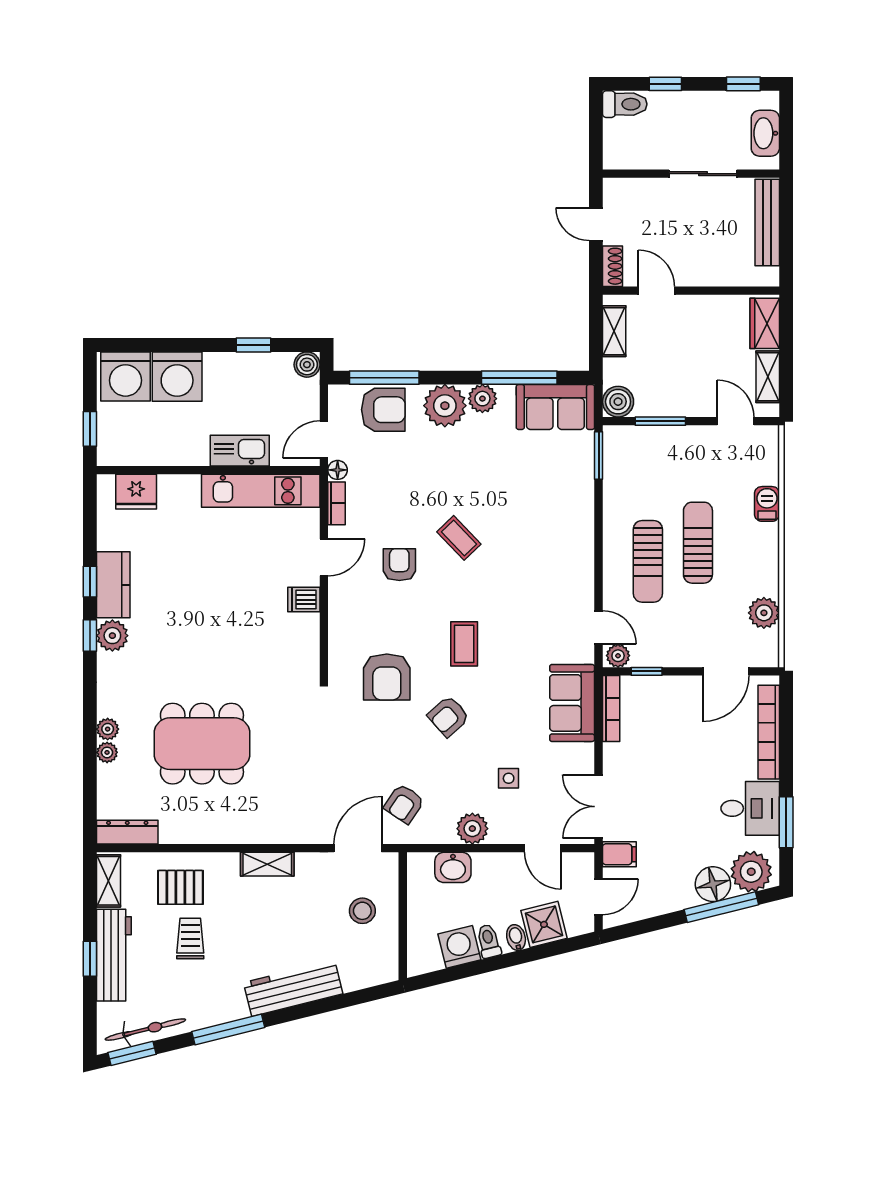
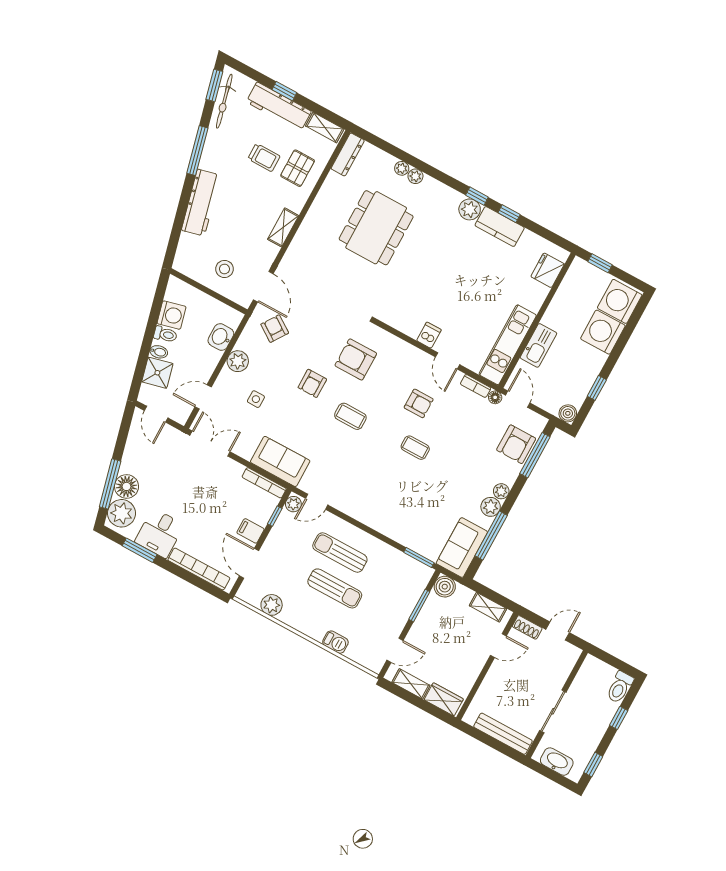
plant: (445, 406) -> (501, 491), width x0.53, depth x0.53
coffee table: (459, 538) -> (415, 448), turned 44
armchair: (448, 716) -> (312, 383), turned -138
filing cabinet: (619, 854) -> (251, 531), moved, turned 90

